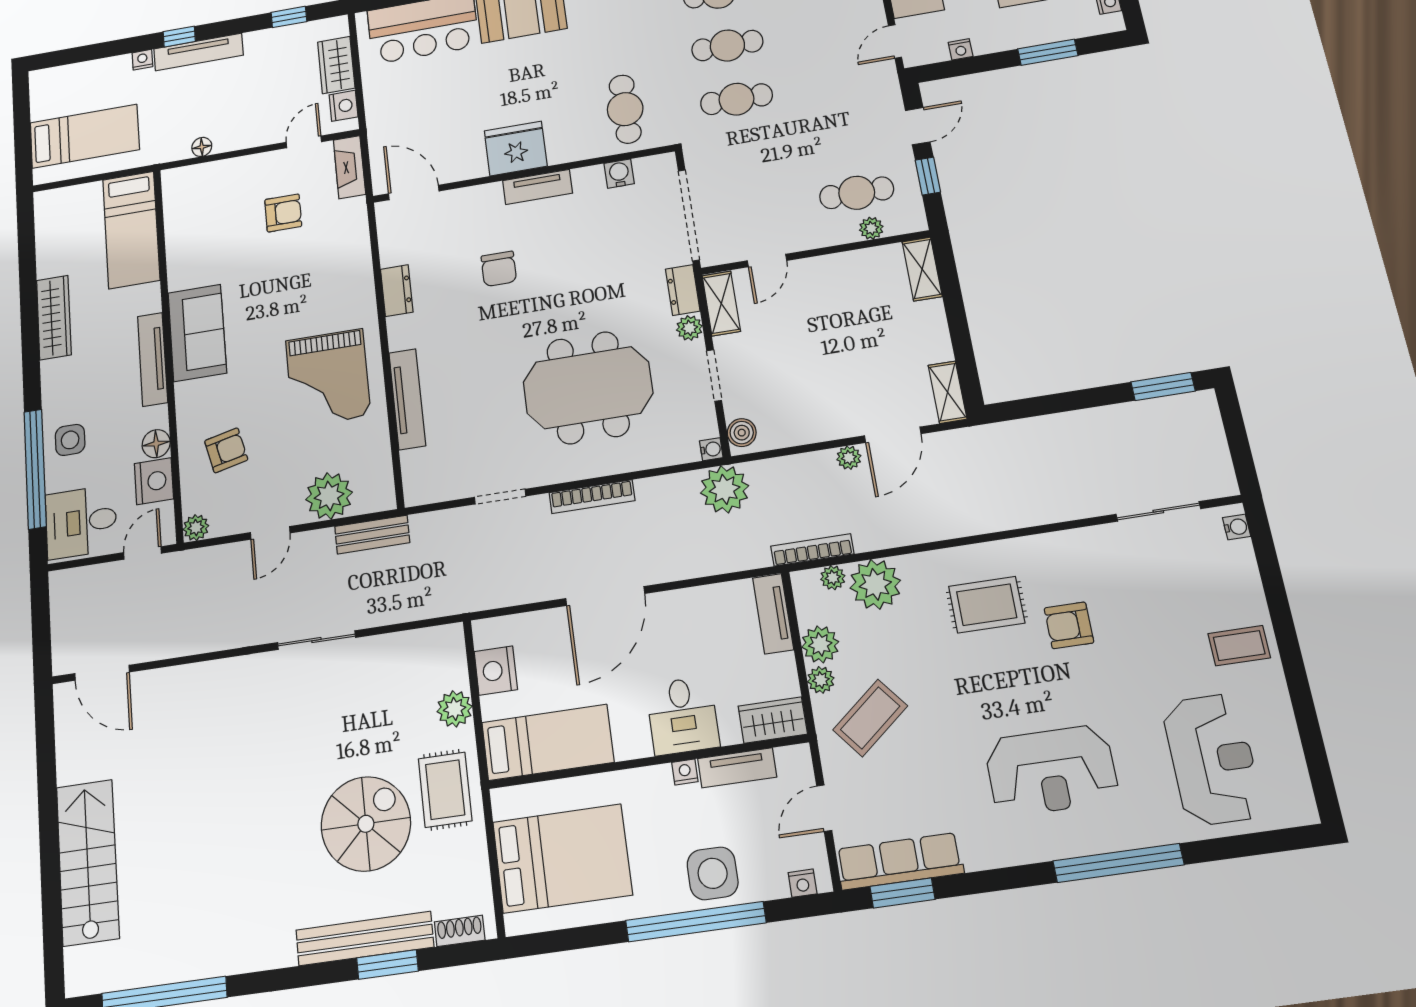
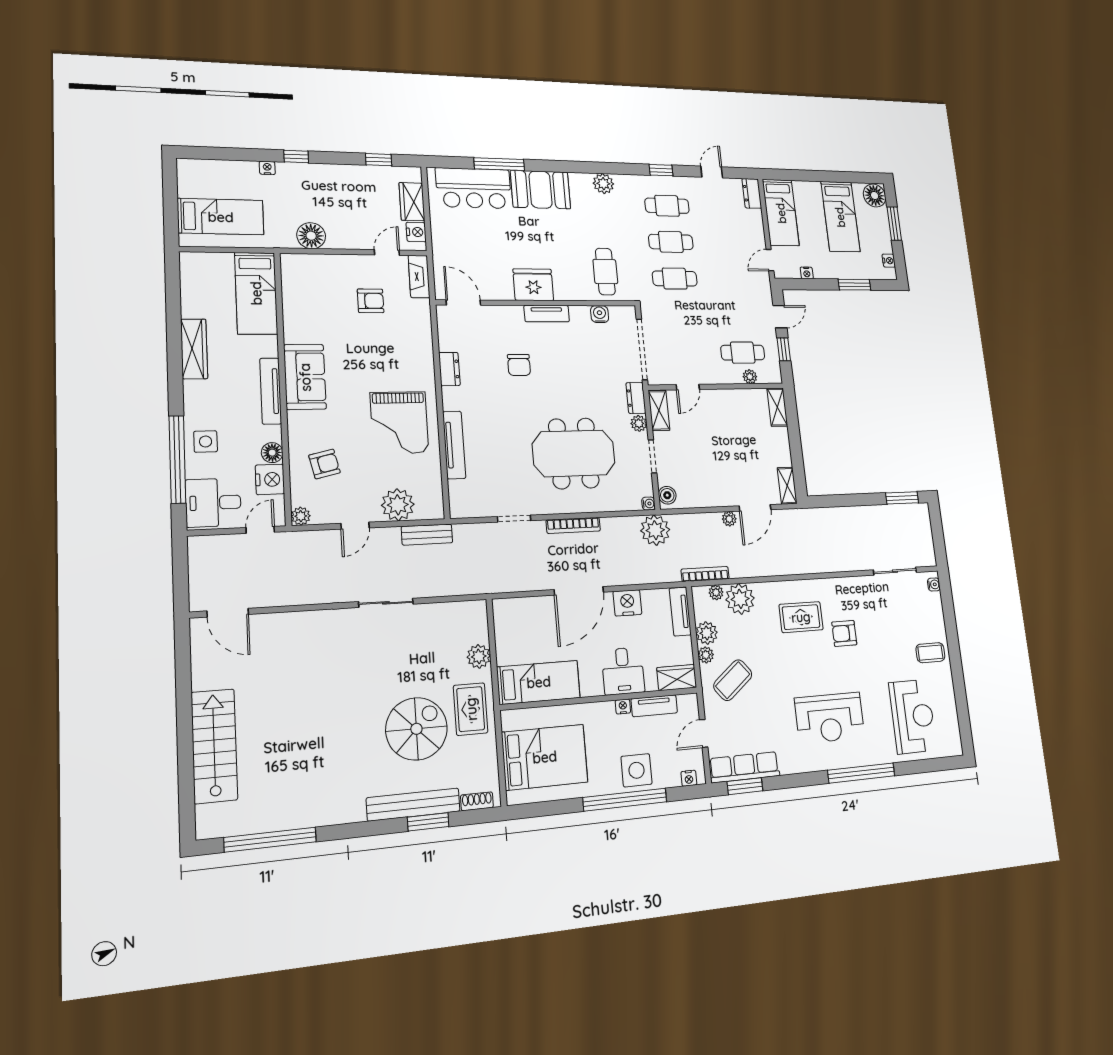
tv unit: (198, 52) -> (311, 171), removed
floor lamp: (202, 147) -> (311, 236), width x1.89, depth x1.89
nightstand: (496, 671) -> (627, 603), moved, turned 90

